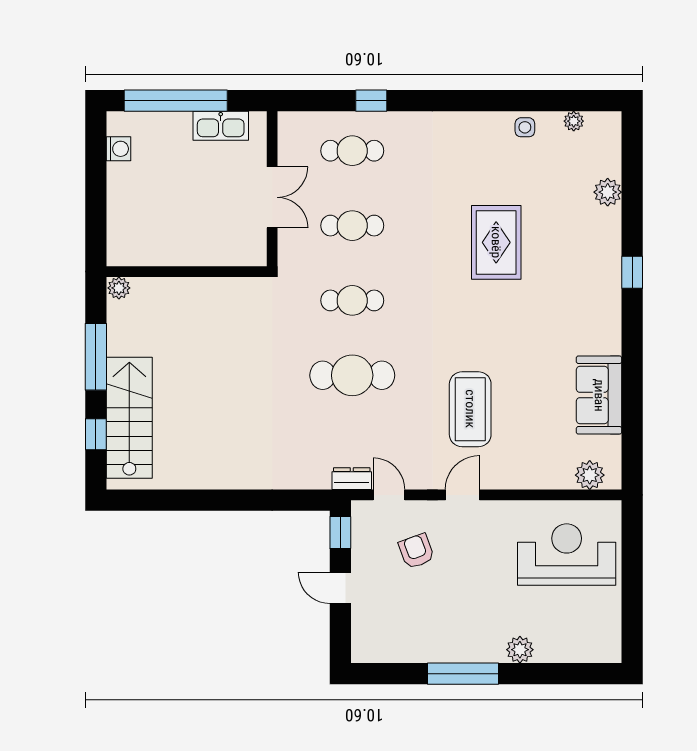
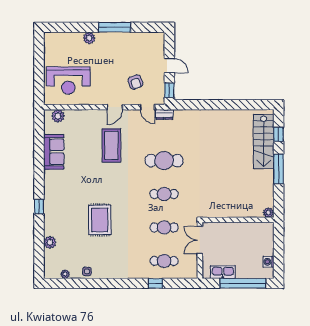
wall: (187, 272) -> (238, 220), moved
plant: (119, 288) -> (268, 213), moved

